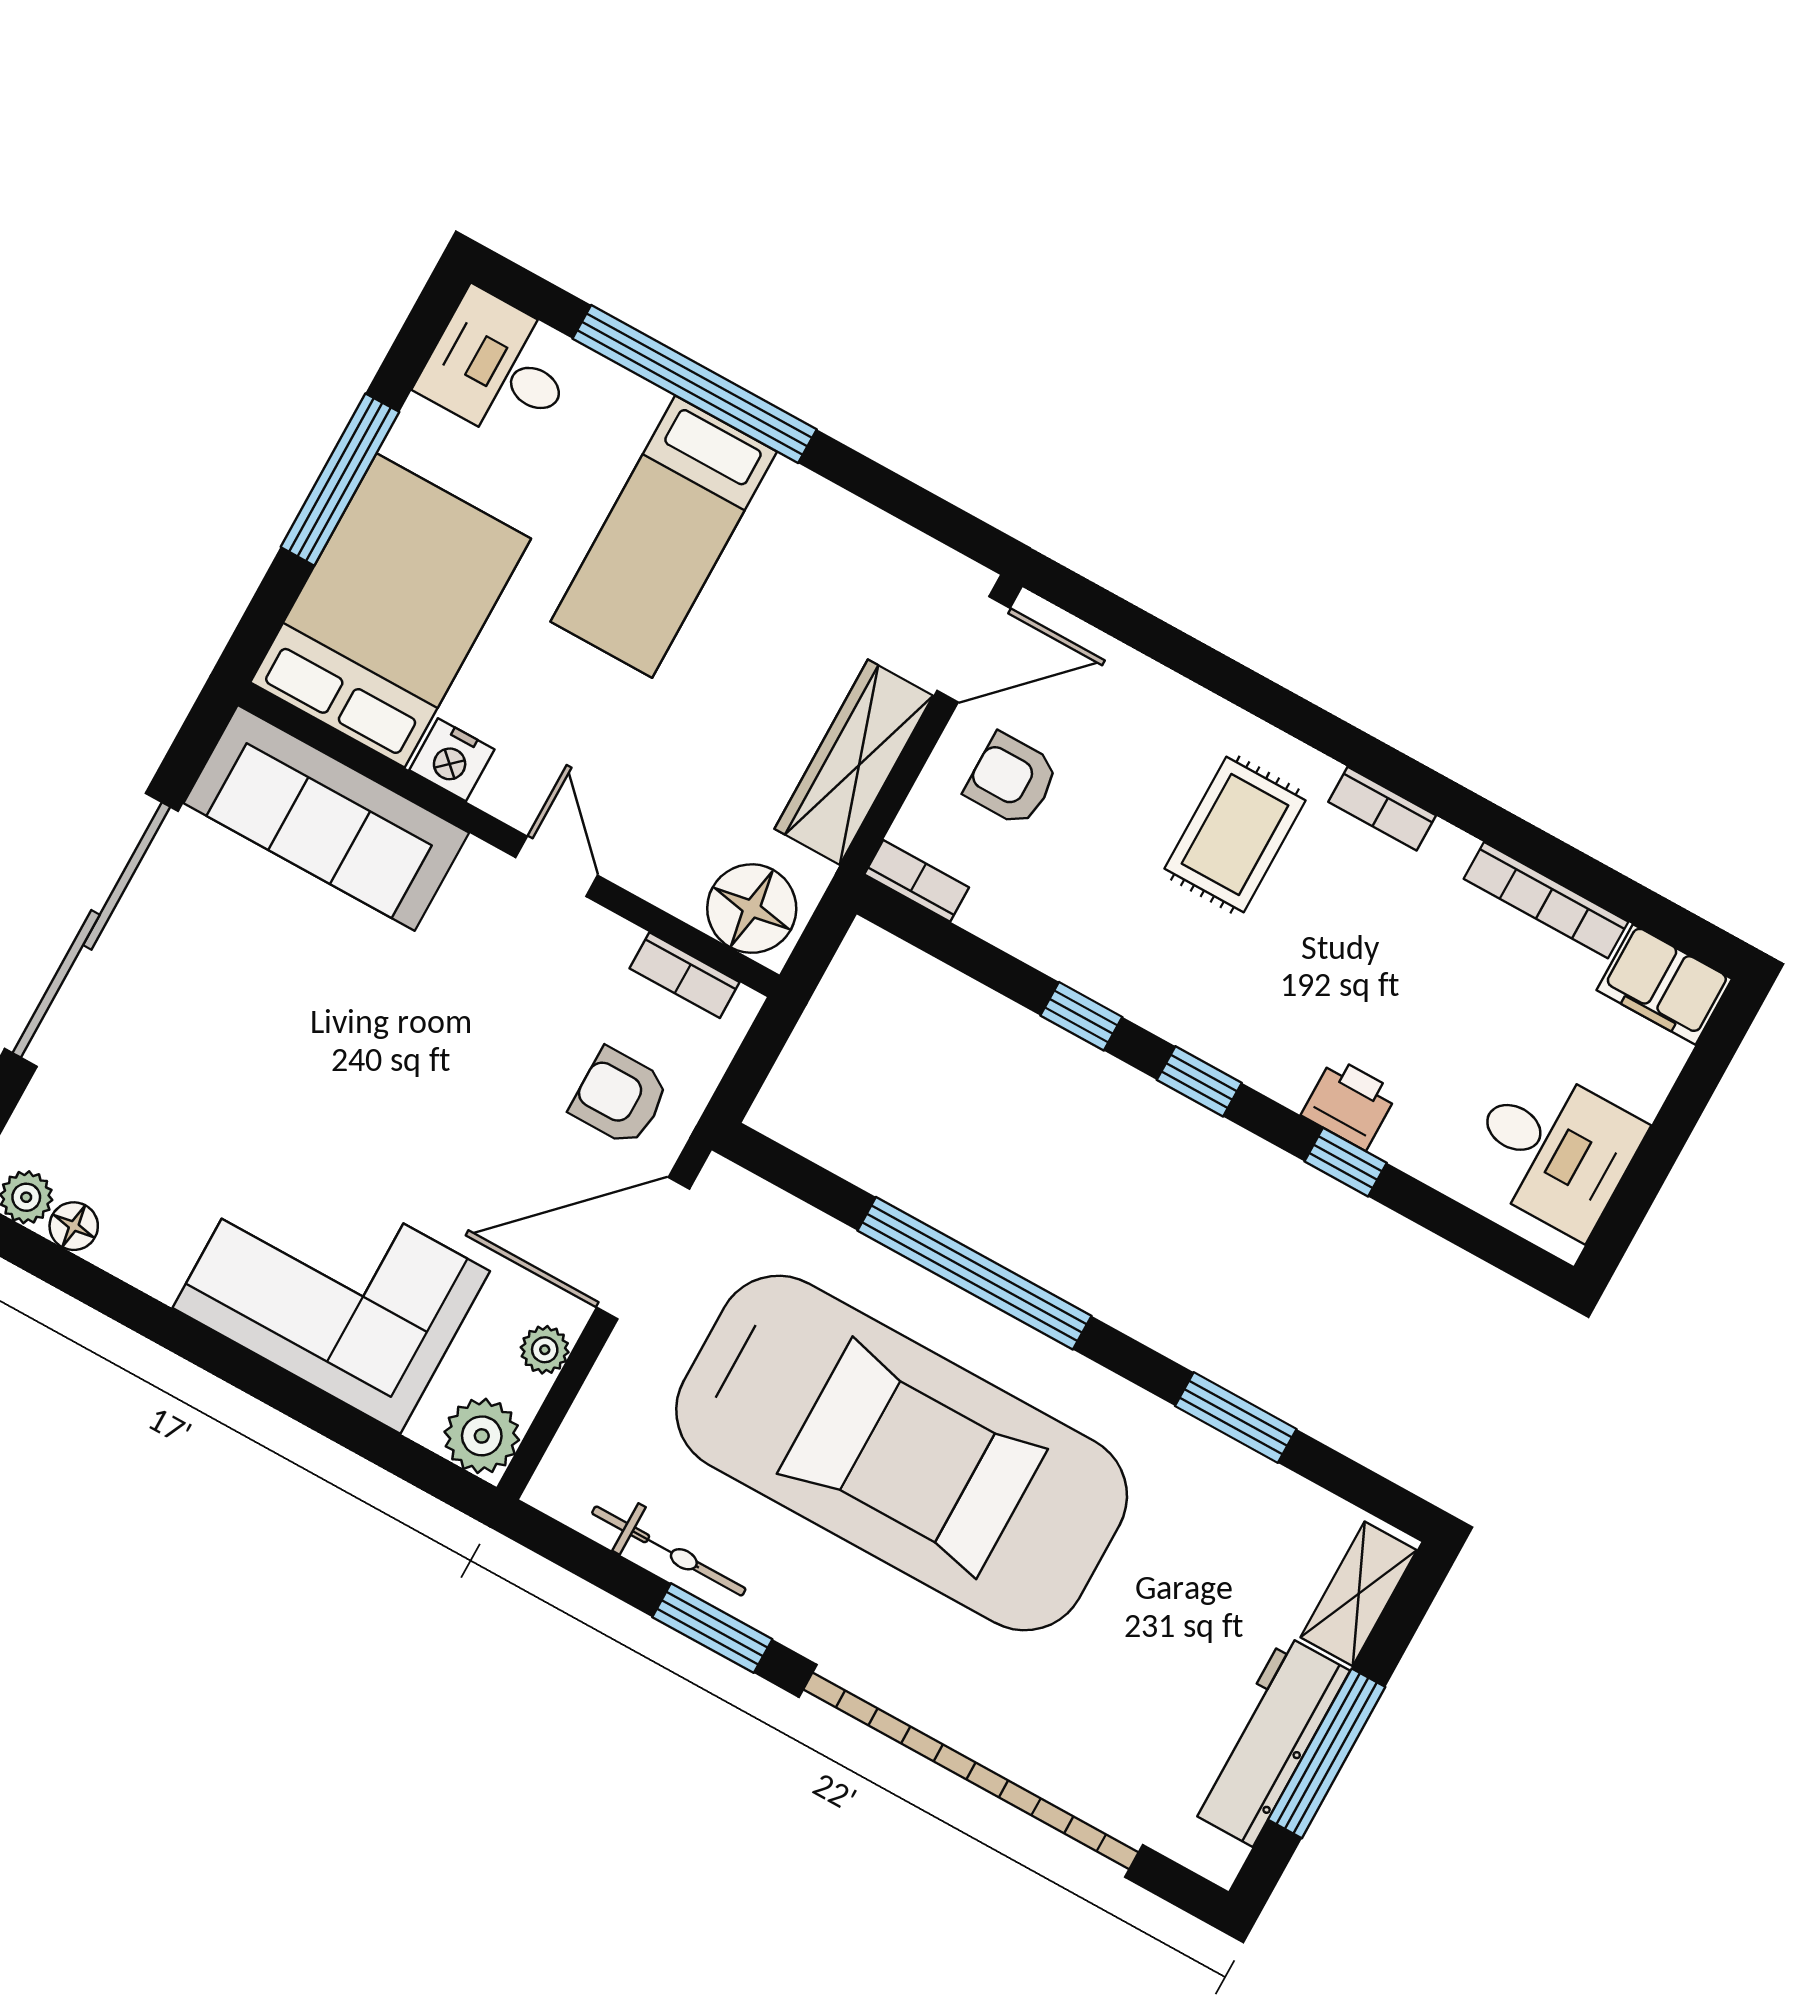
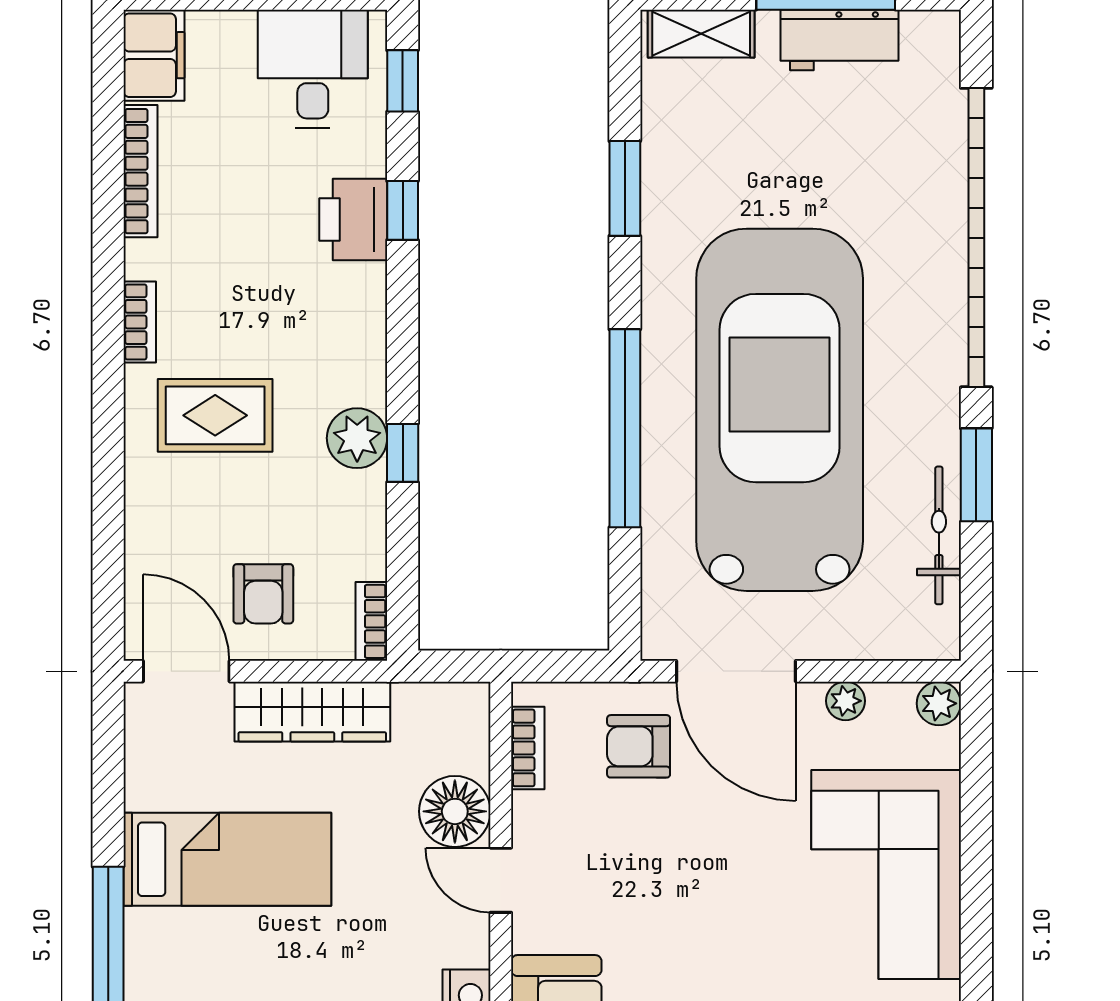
bed: (664, 537) -> (227, 859), moved
door: (557, 866) -> (501, 880), hinge flipped
floor lamp: (752, 909) -> (455, 811), moved
plant: (1125, 975) -> (357, 438), added
window: (1199, 1081) -> (403, 81), moved
armchair: (620, 1097) -> (639, 746), turned 90
printer: (1350, 1104) -> (353, 219), width x1.36, depth x1.24
plant: (482, 1436) -> (939, 703), width x0.73, depth x0.73
workbench: (1268, 1741) -> (839, 40), width x0.73

